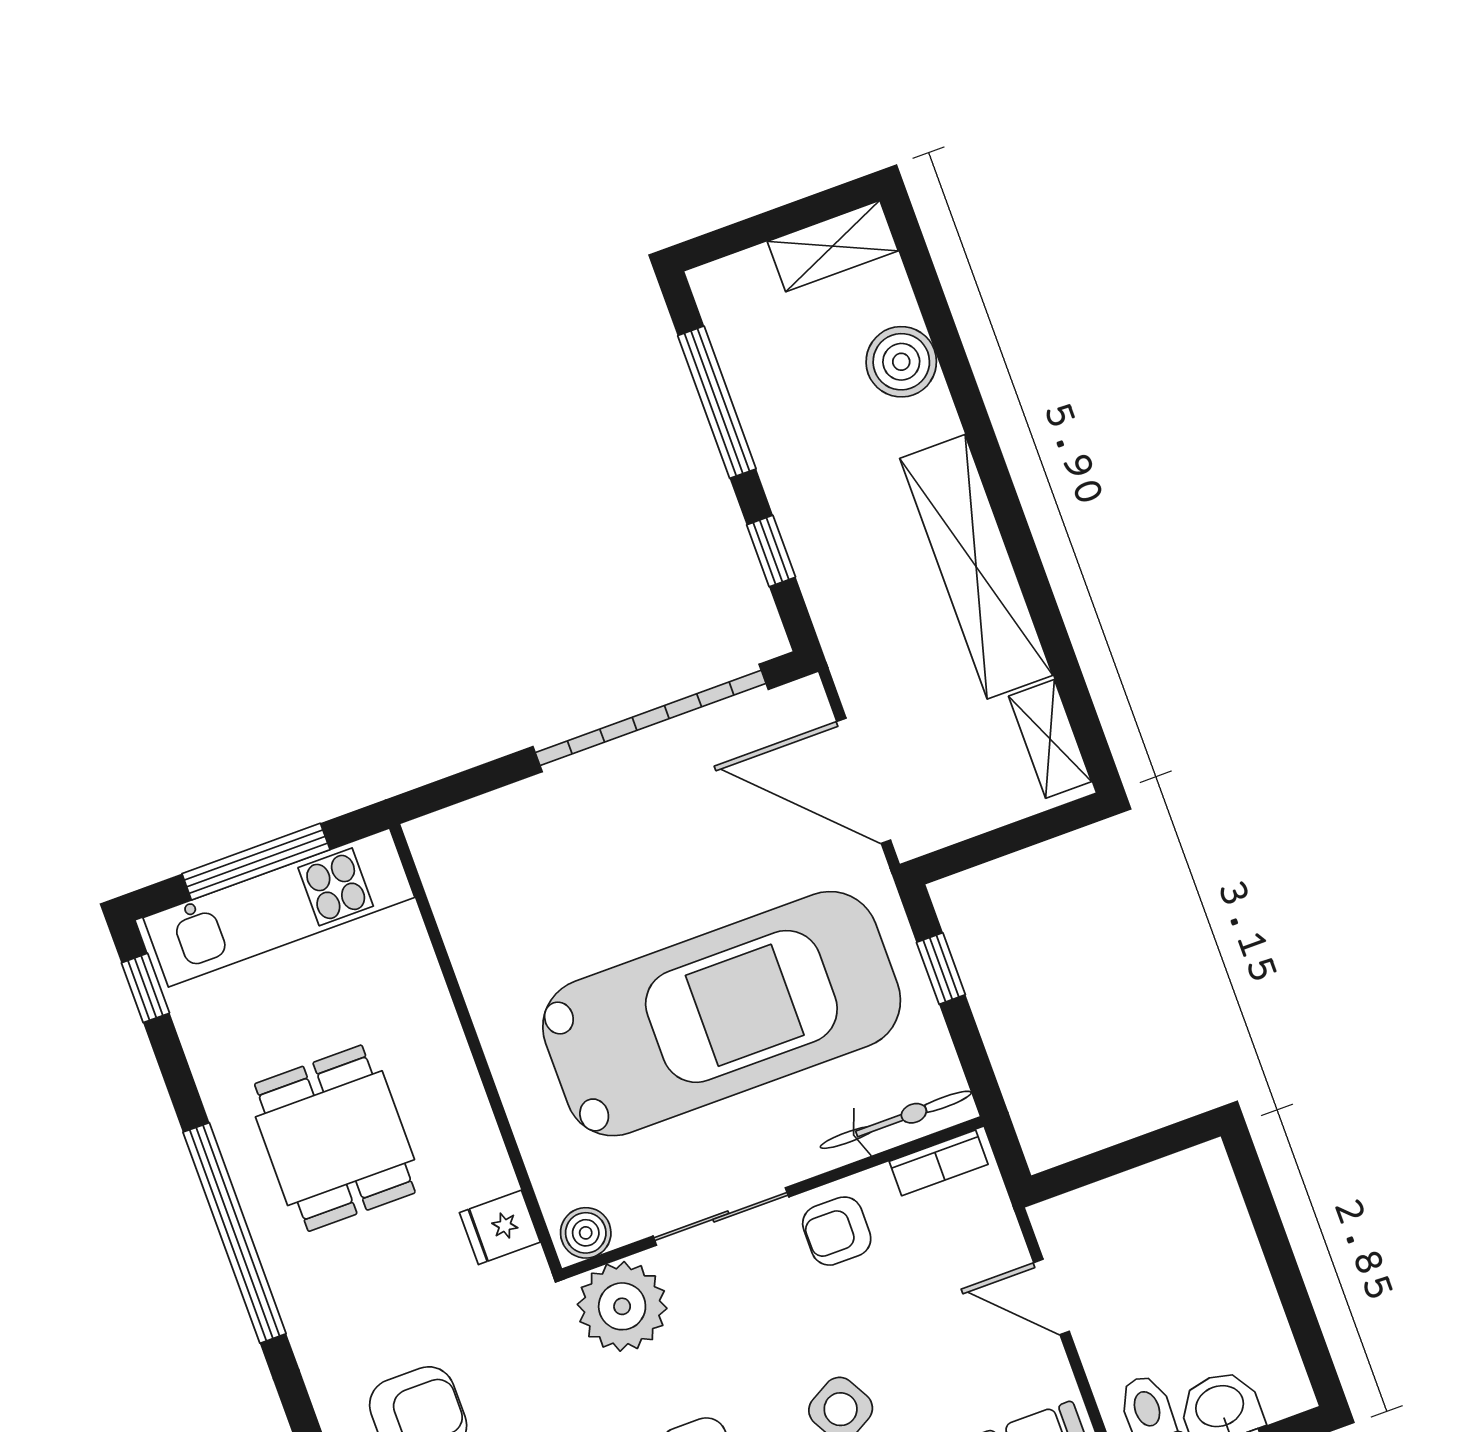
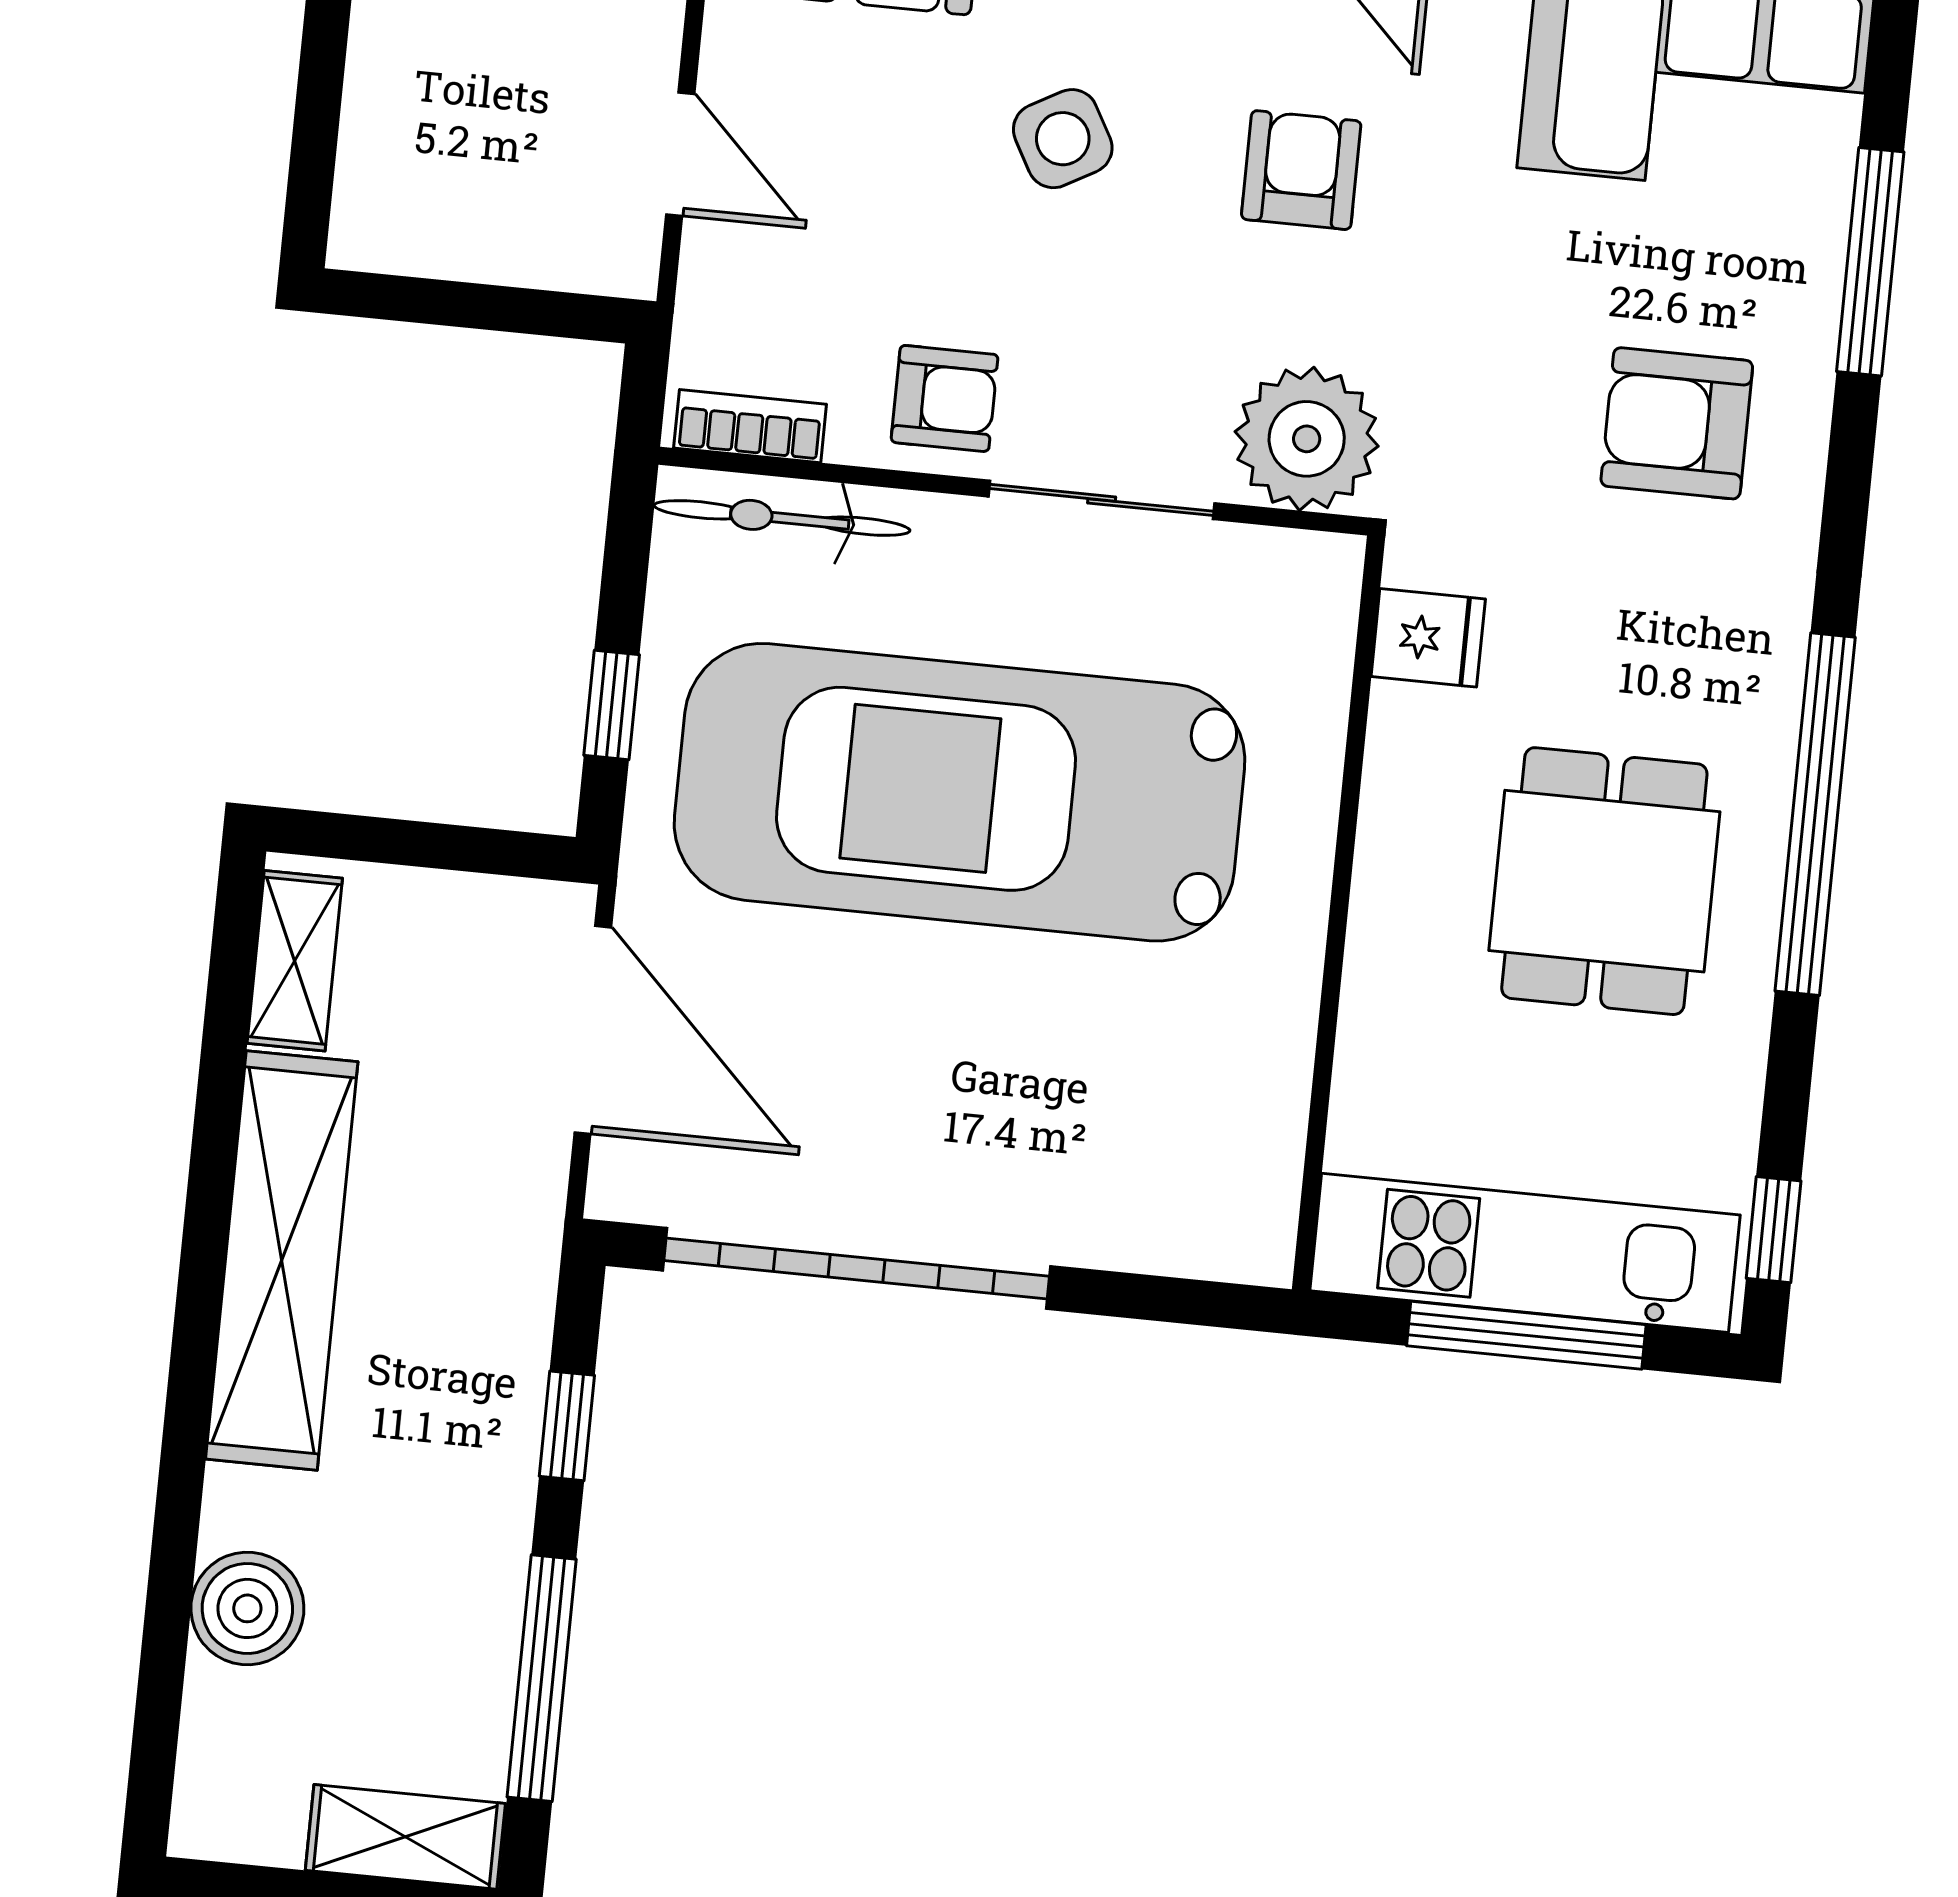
shelving: (833, 246) -> (405, 1837), moved
boiler: (586, 1233) -> (1308, 570), removed

